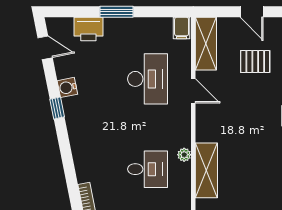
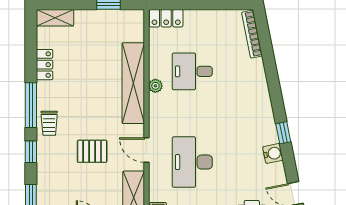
pallet: (255, 62) -> (92, 151), moved
shelving: (206, 170) -> (133, 83), width x1.47

